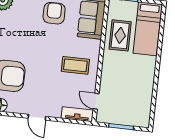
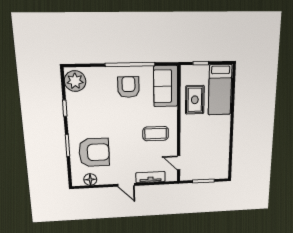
tv unit: (77, 114) -> (150, 177), moved

